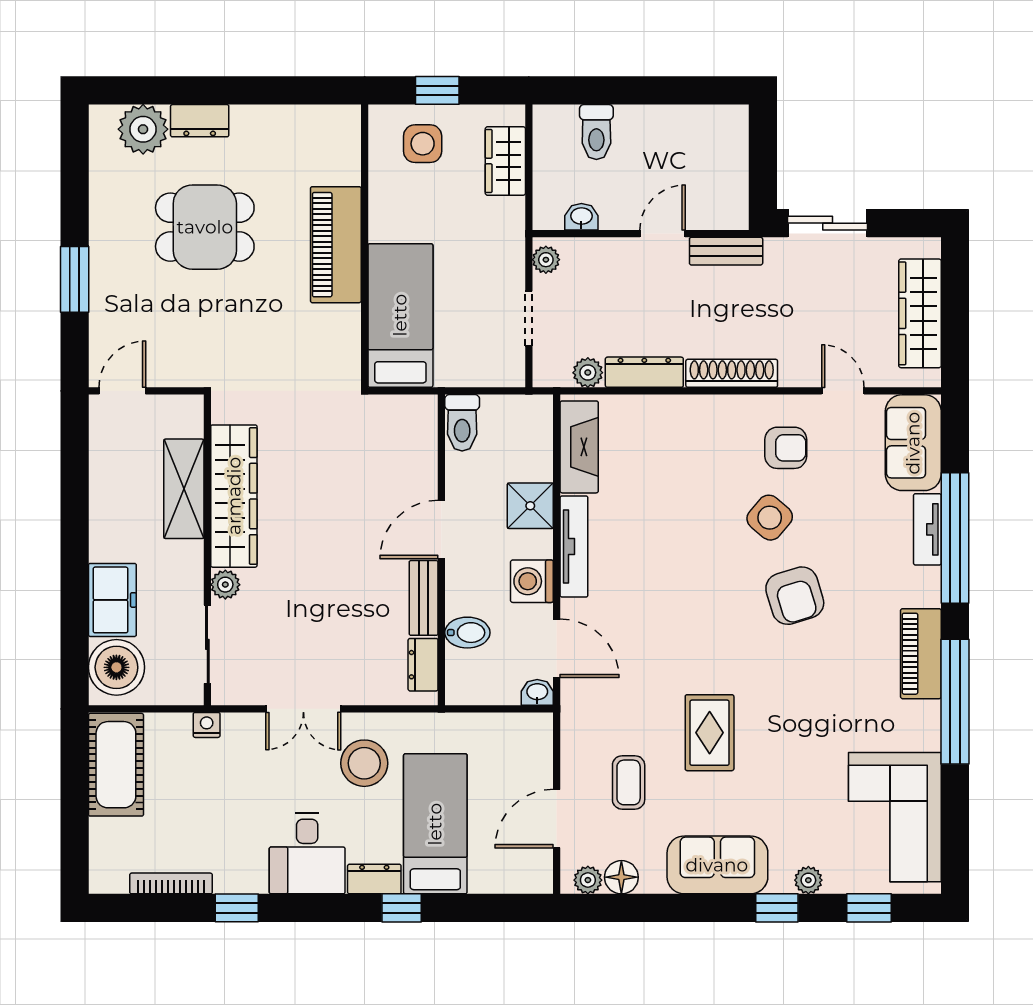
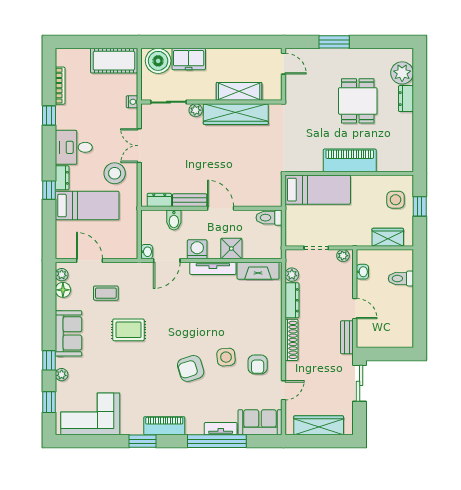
side table: (770, 518) -> (226, 357), turned 45
window: (955, 702) -> (142, 441), width x0.47

